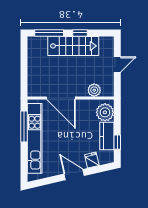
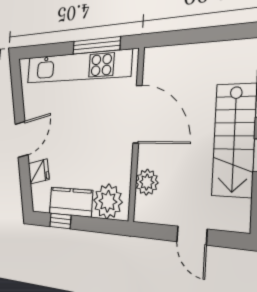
door: (61, 98) -> (137, 114), swing flipped

